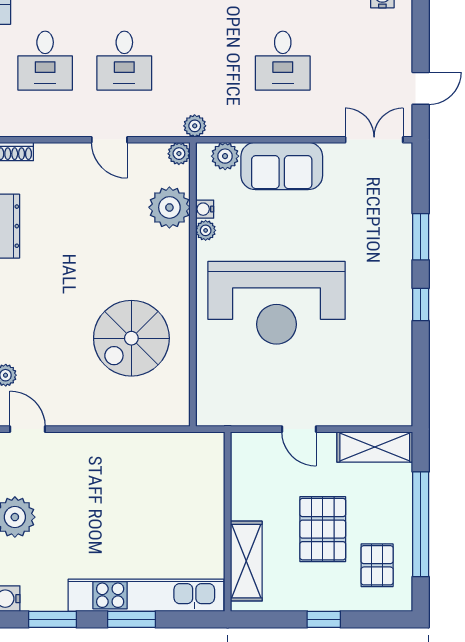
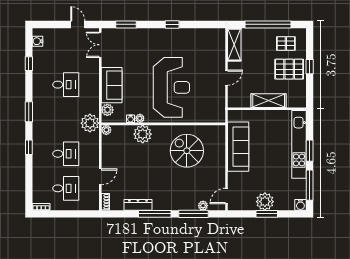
plant: (195, 126) -> (90, 123), width x1.87, depth x1.87
door: (109, 140) -> (100, 177), moved
plant: (169, 207) -> (143, 134), moved
window: (421, 237) -> (126, 24), moved
spiral stairs: (131, 338) -> (187, 151), turned 180
sofa: (141, 456) -> (238, 147), added
pallet: (323, 529) -> (289, 69), moved
shelving: (246, 561) -> (269, 101), moved
window: (53, 619) -> (310, 185), width x1.44

